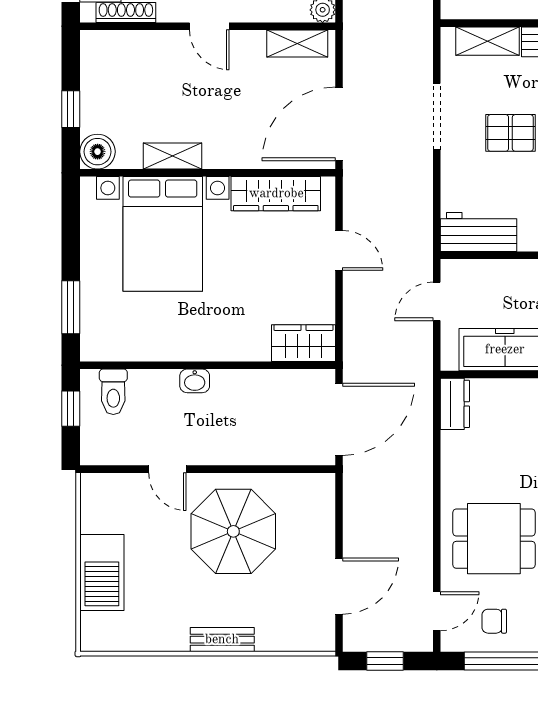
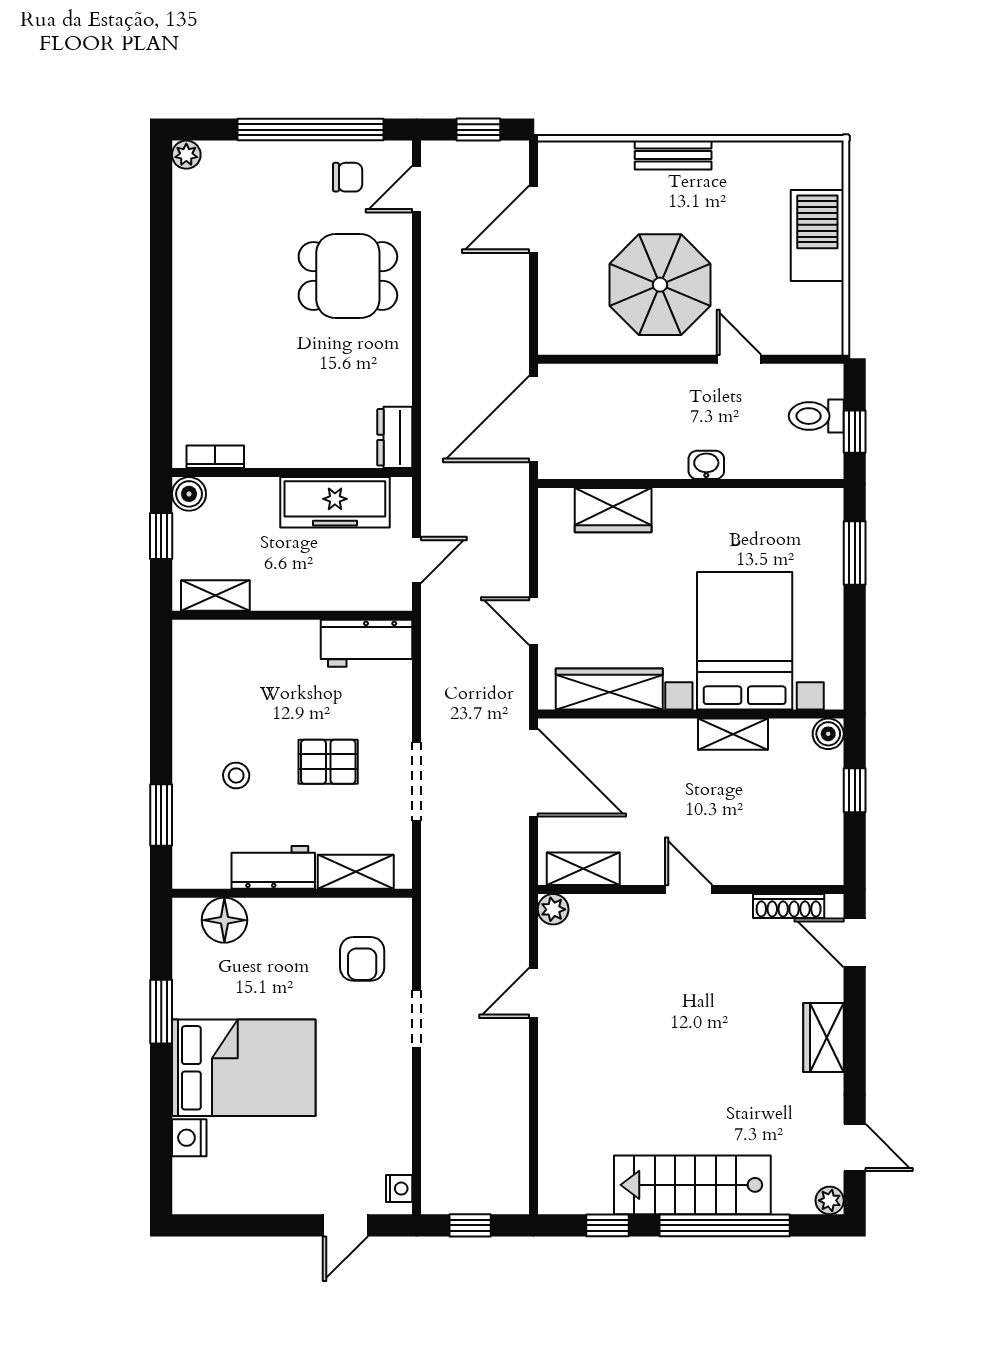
door: (339, 124) -> (533, 773), hinge flipped
boiler: (98, 152) -> (828, 734), width x0.73, depth x0.73
wardrobe: (303, 343) -> (613, 510), moved
toilet: (113, 392) -> (816, 416), moved, turned -90

